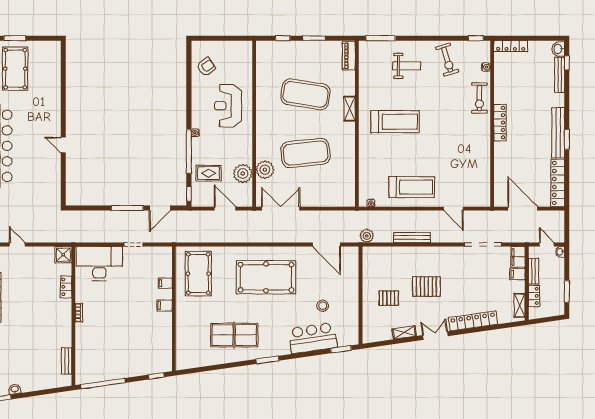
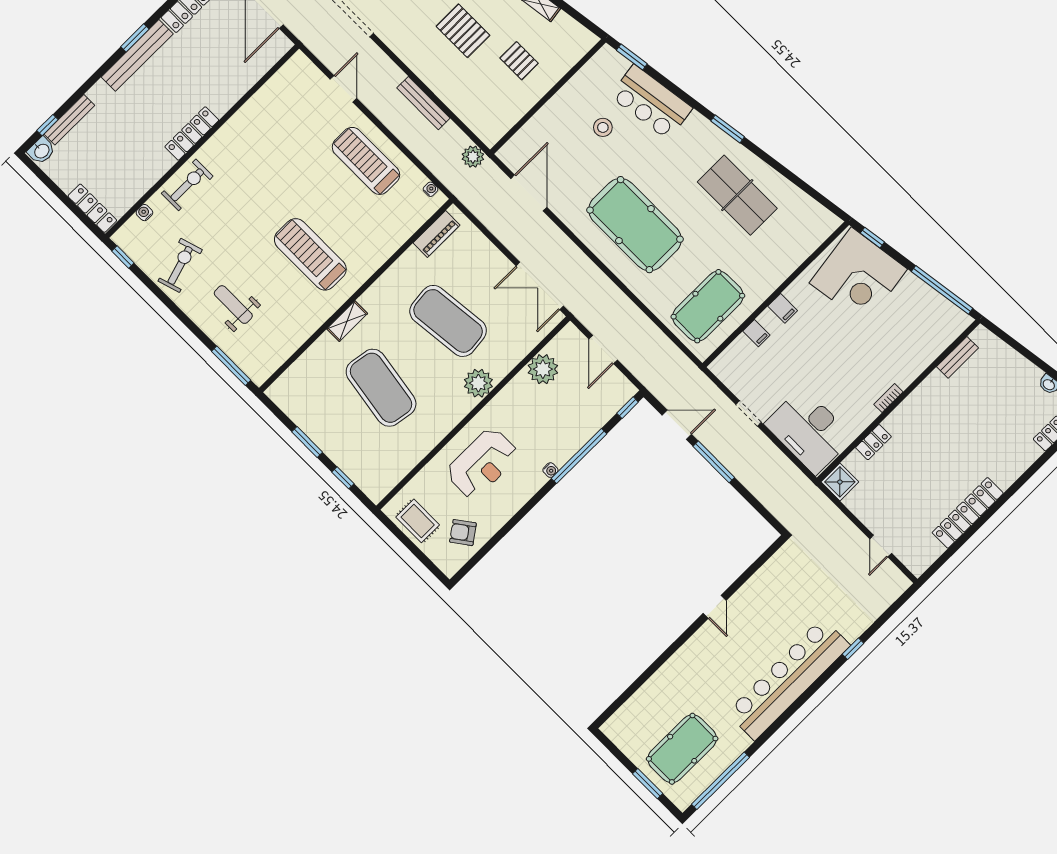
piano: (349, 56) -> (436, 234), moved
plant: (265, 170) -> (478, 383), moved
rug: (209, 173) -> (418, 521), moved
corner desk: (146, 353) -> (858, 276), added

